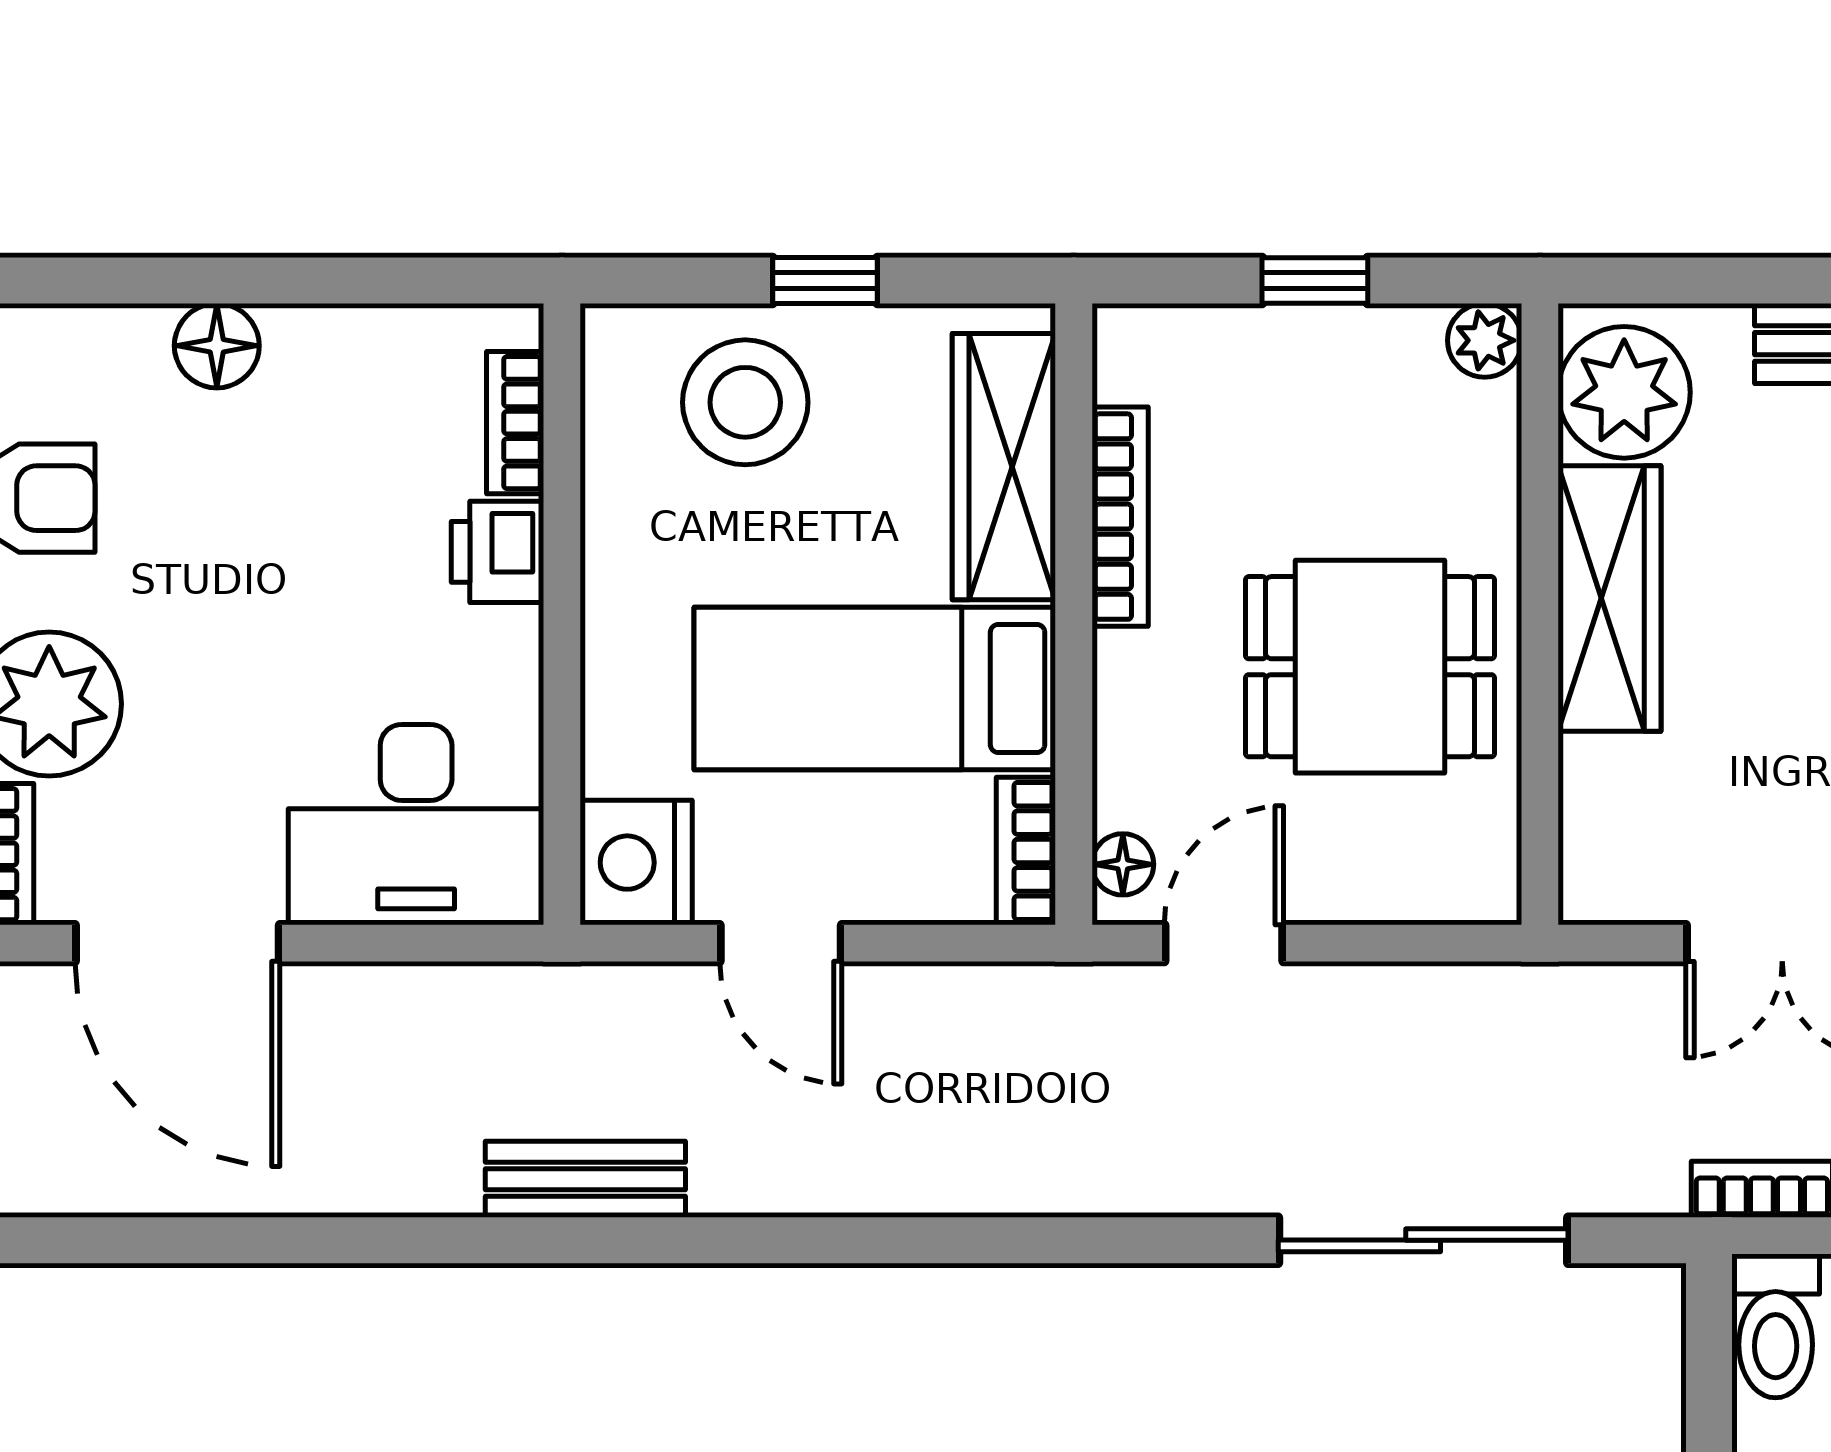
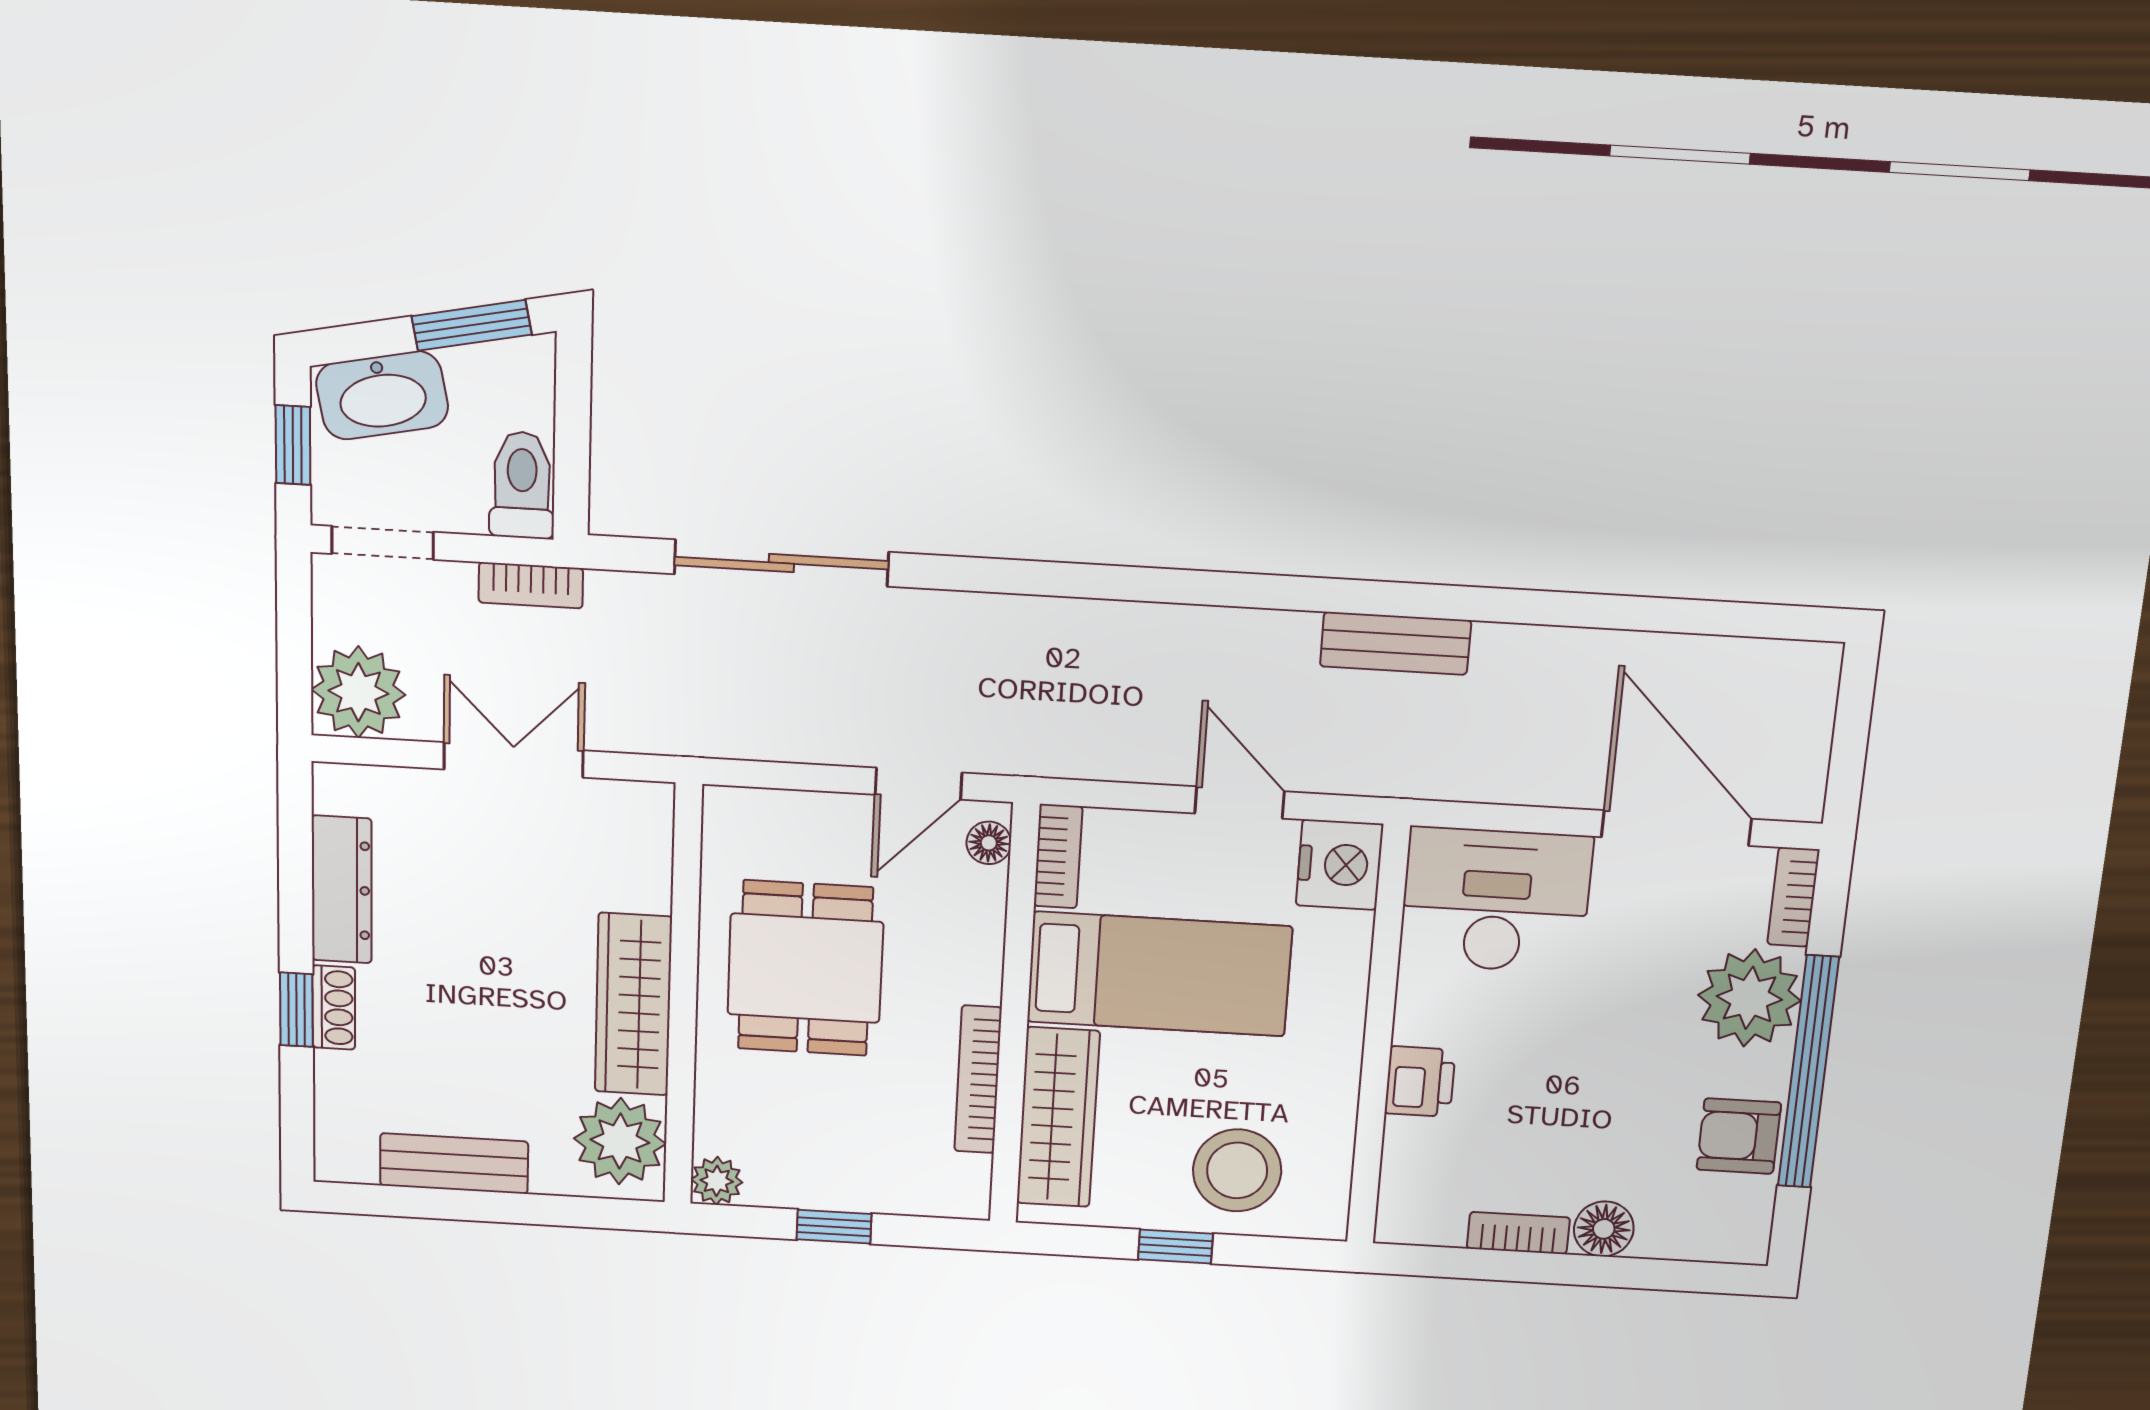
bookcase: (515, 423) -> (1518, 1233), moved, turned -90
dining table: (1370, 667) -> (805, 968), turned 90

